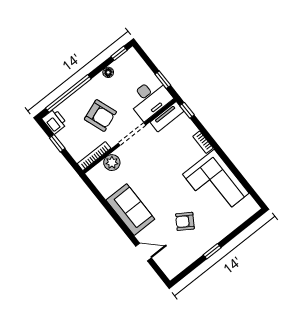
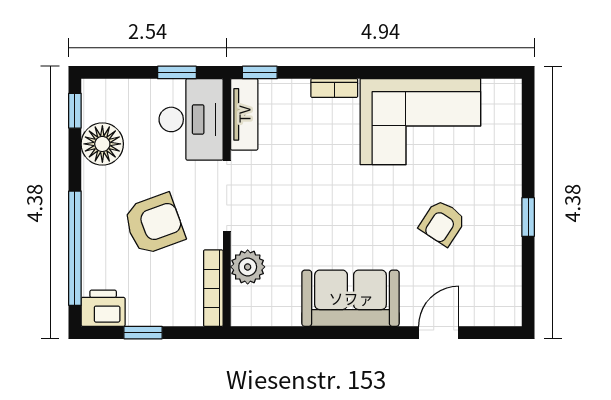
floor lamp: (108, 72) -> (102, 144), width x1.89, depth x1.89

